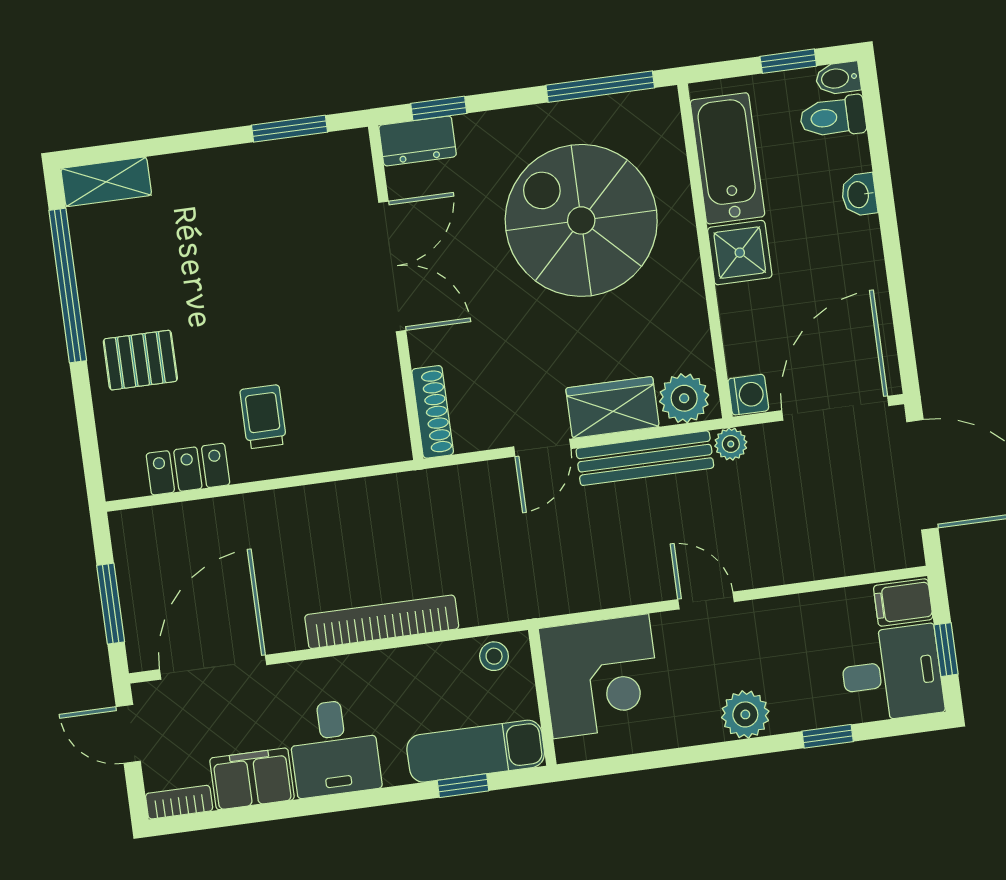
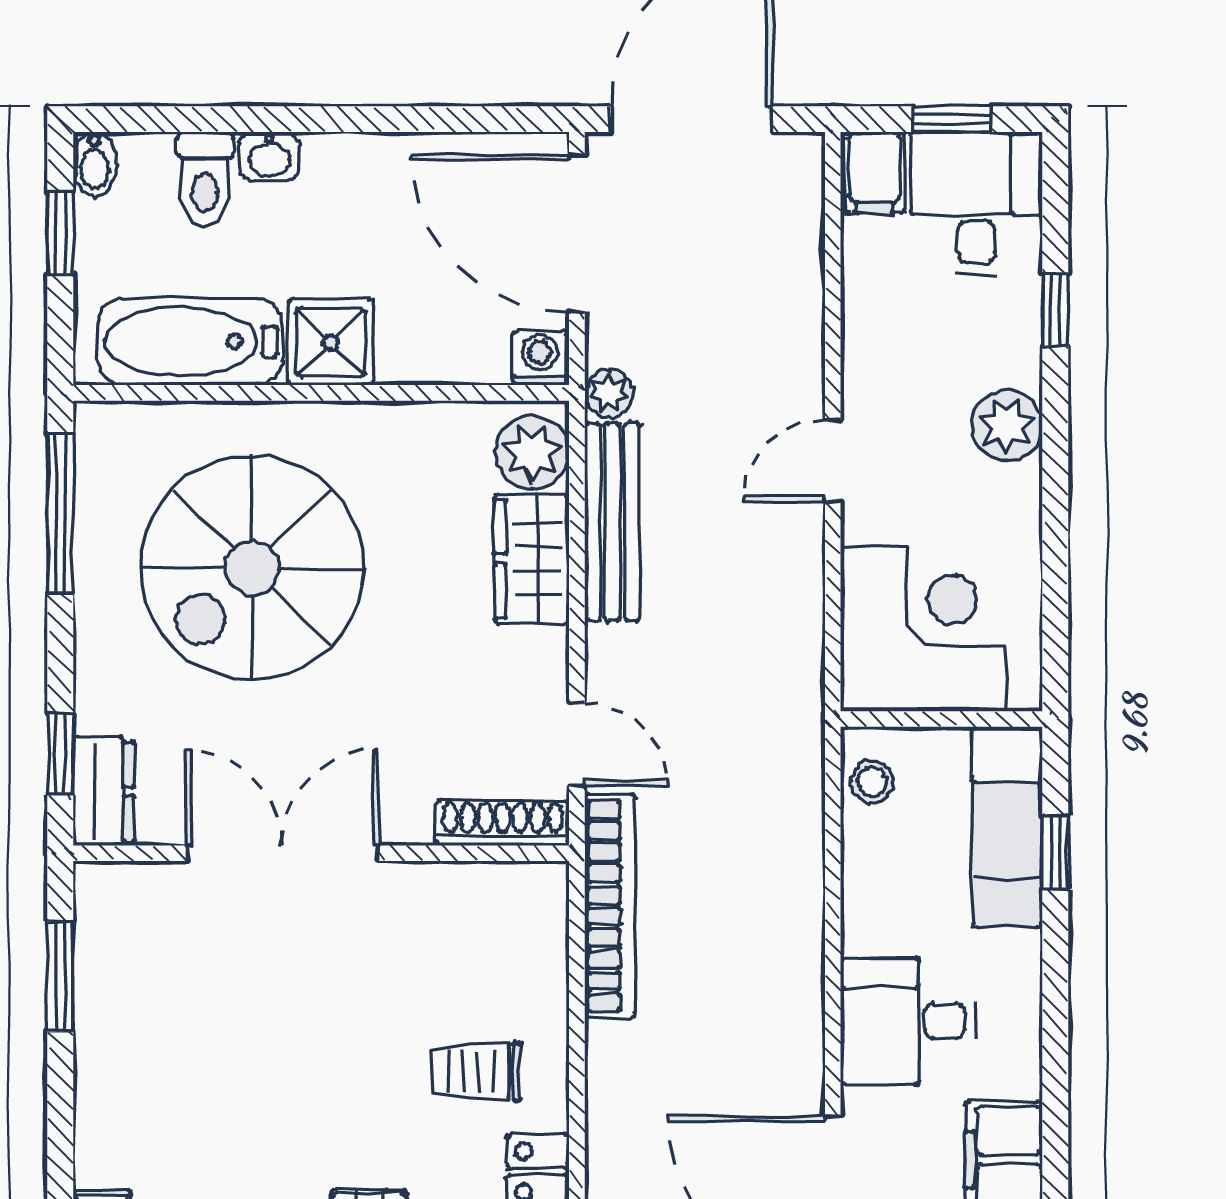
toilet: (833, 117) -> (205, 179), moved
door: (542, 448) -> (577, 745), moved
bookcase: (382, 622) -> (610, 906), moved, turned 180
desk: (334, 748) -> (908, 1021), moved, turned 180

